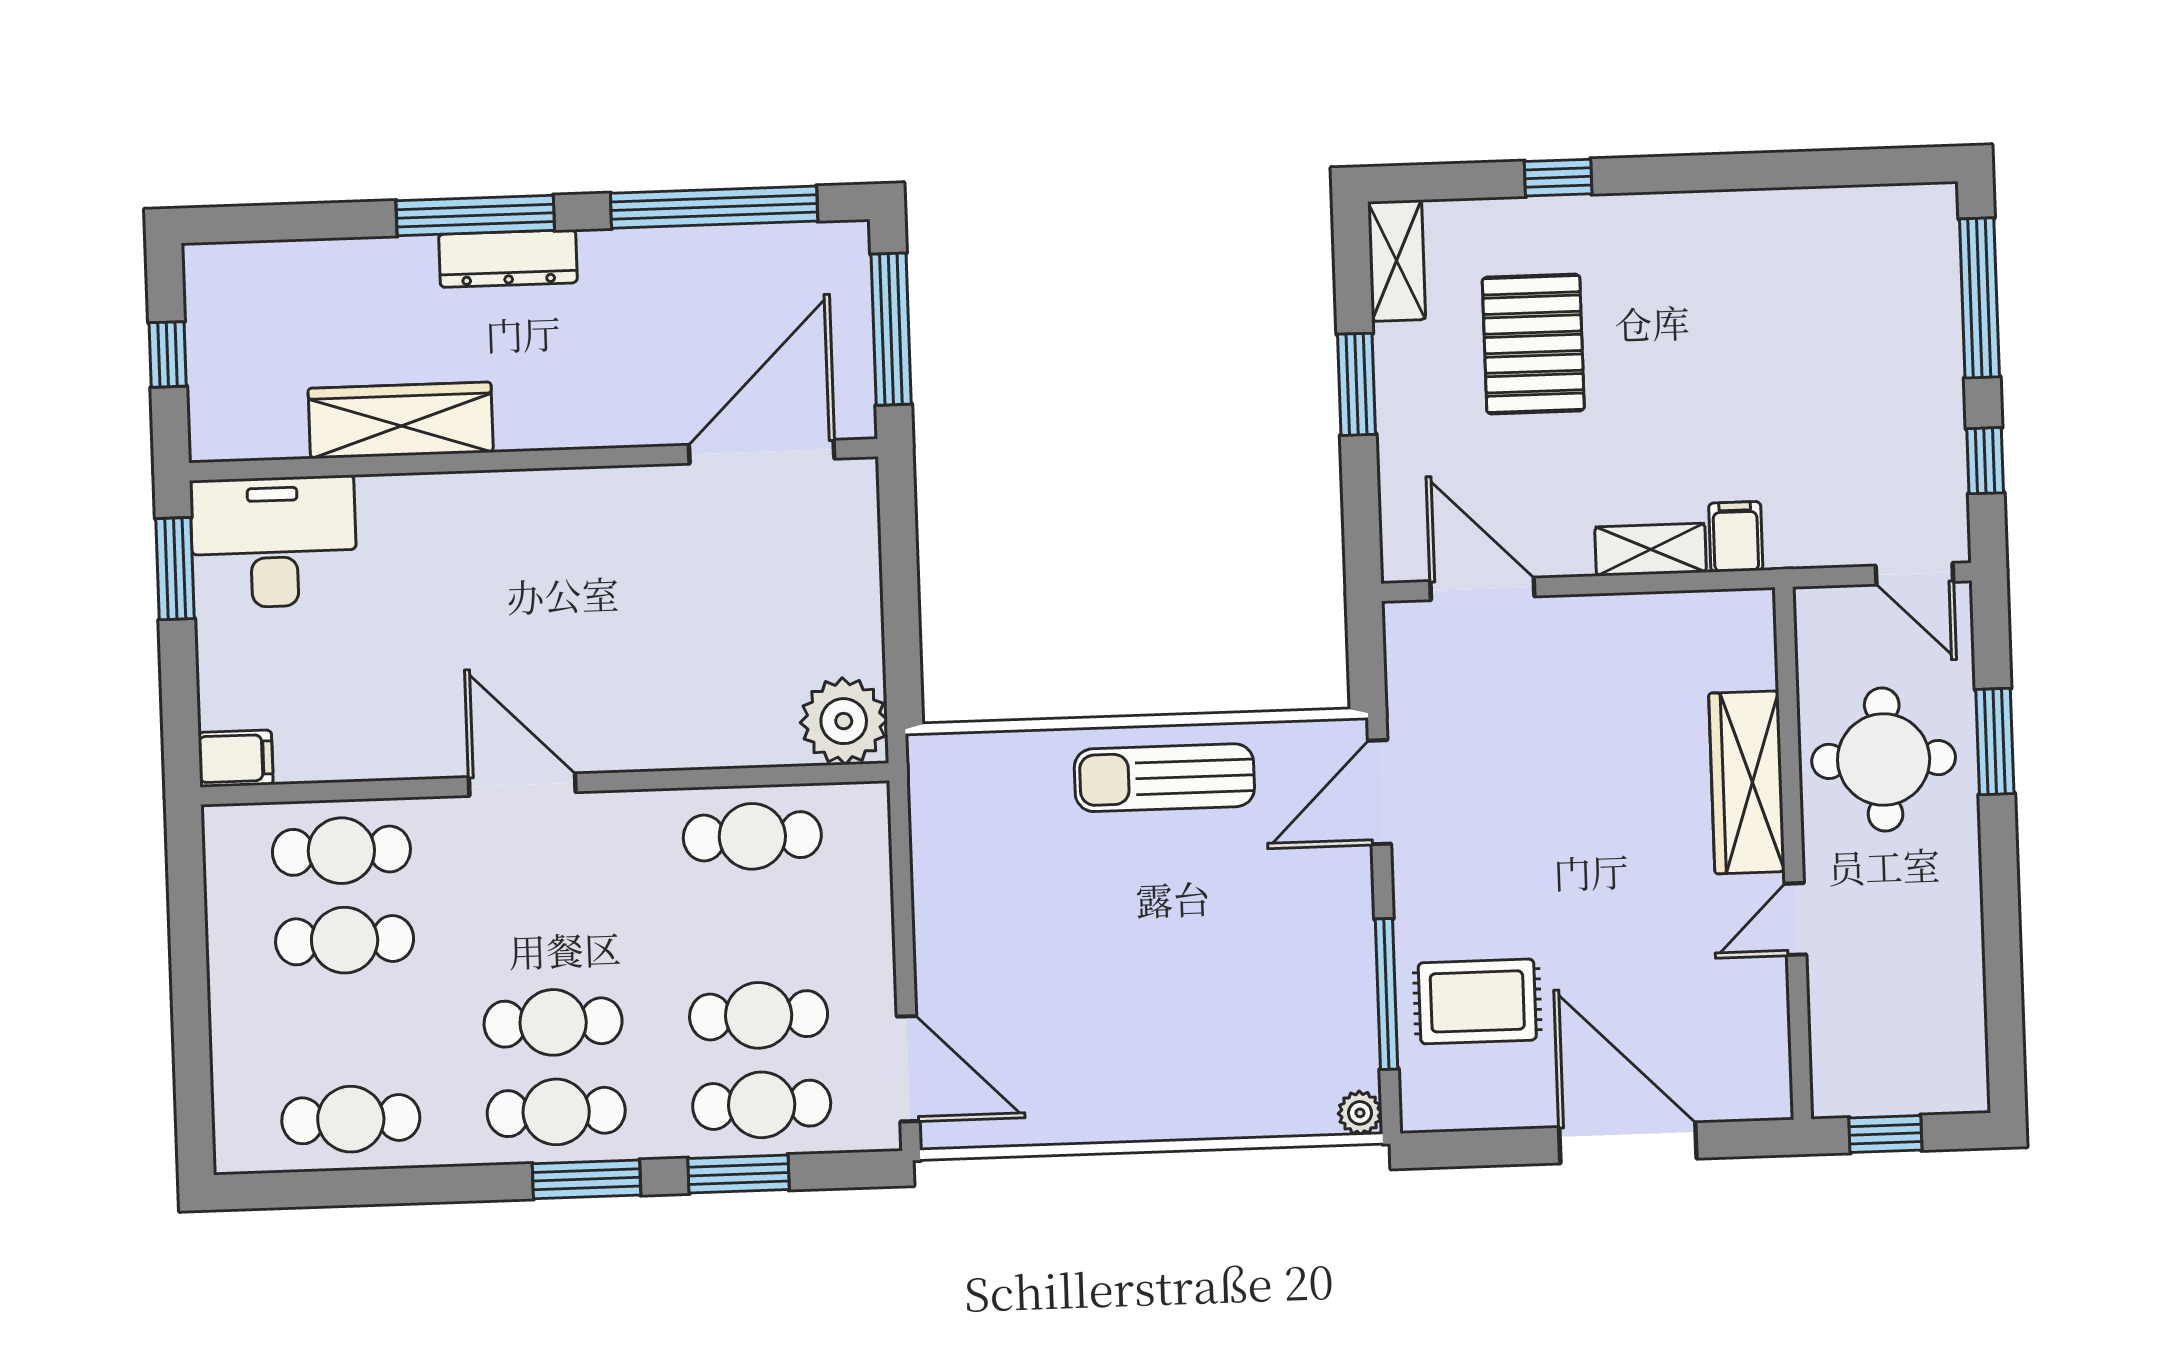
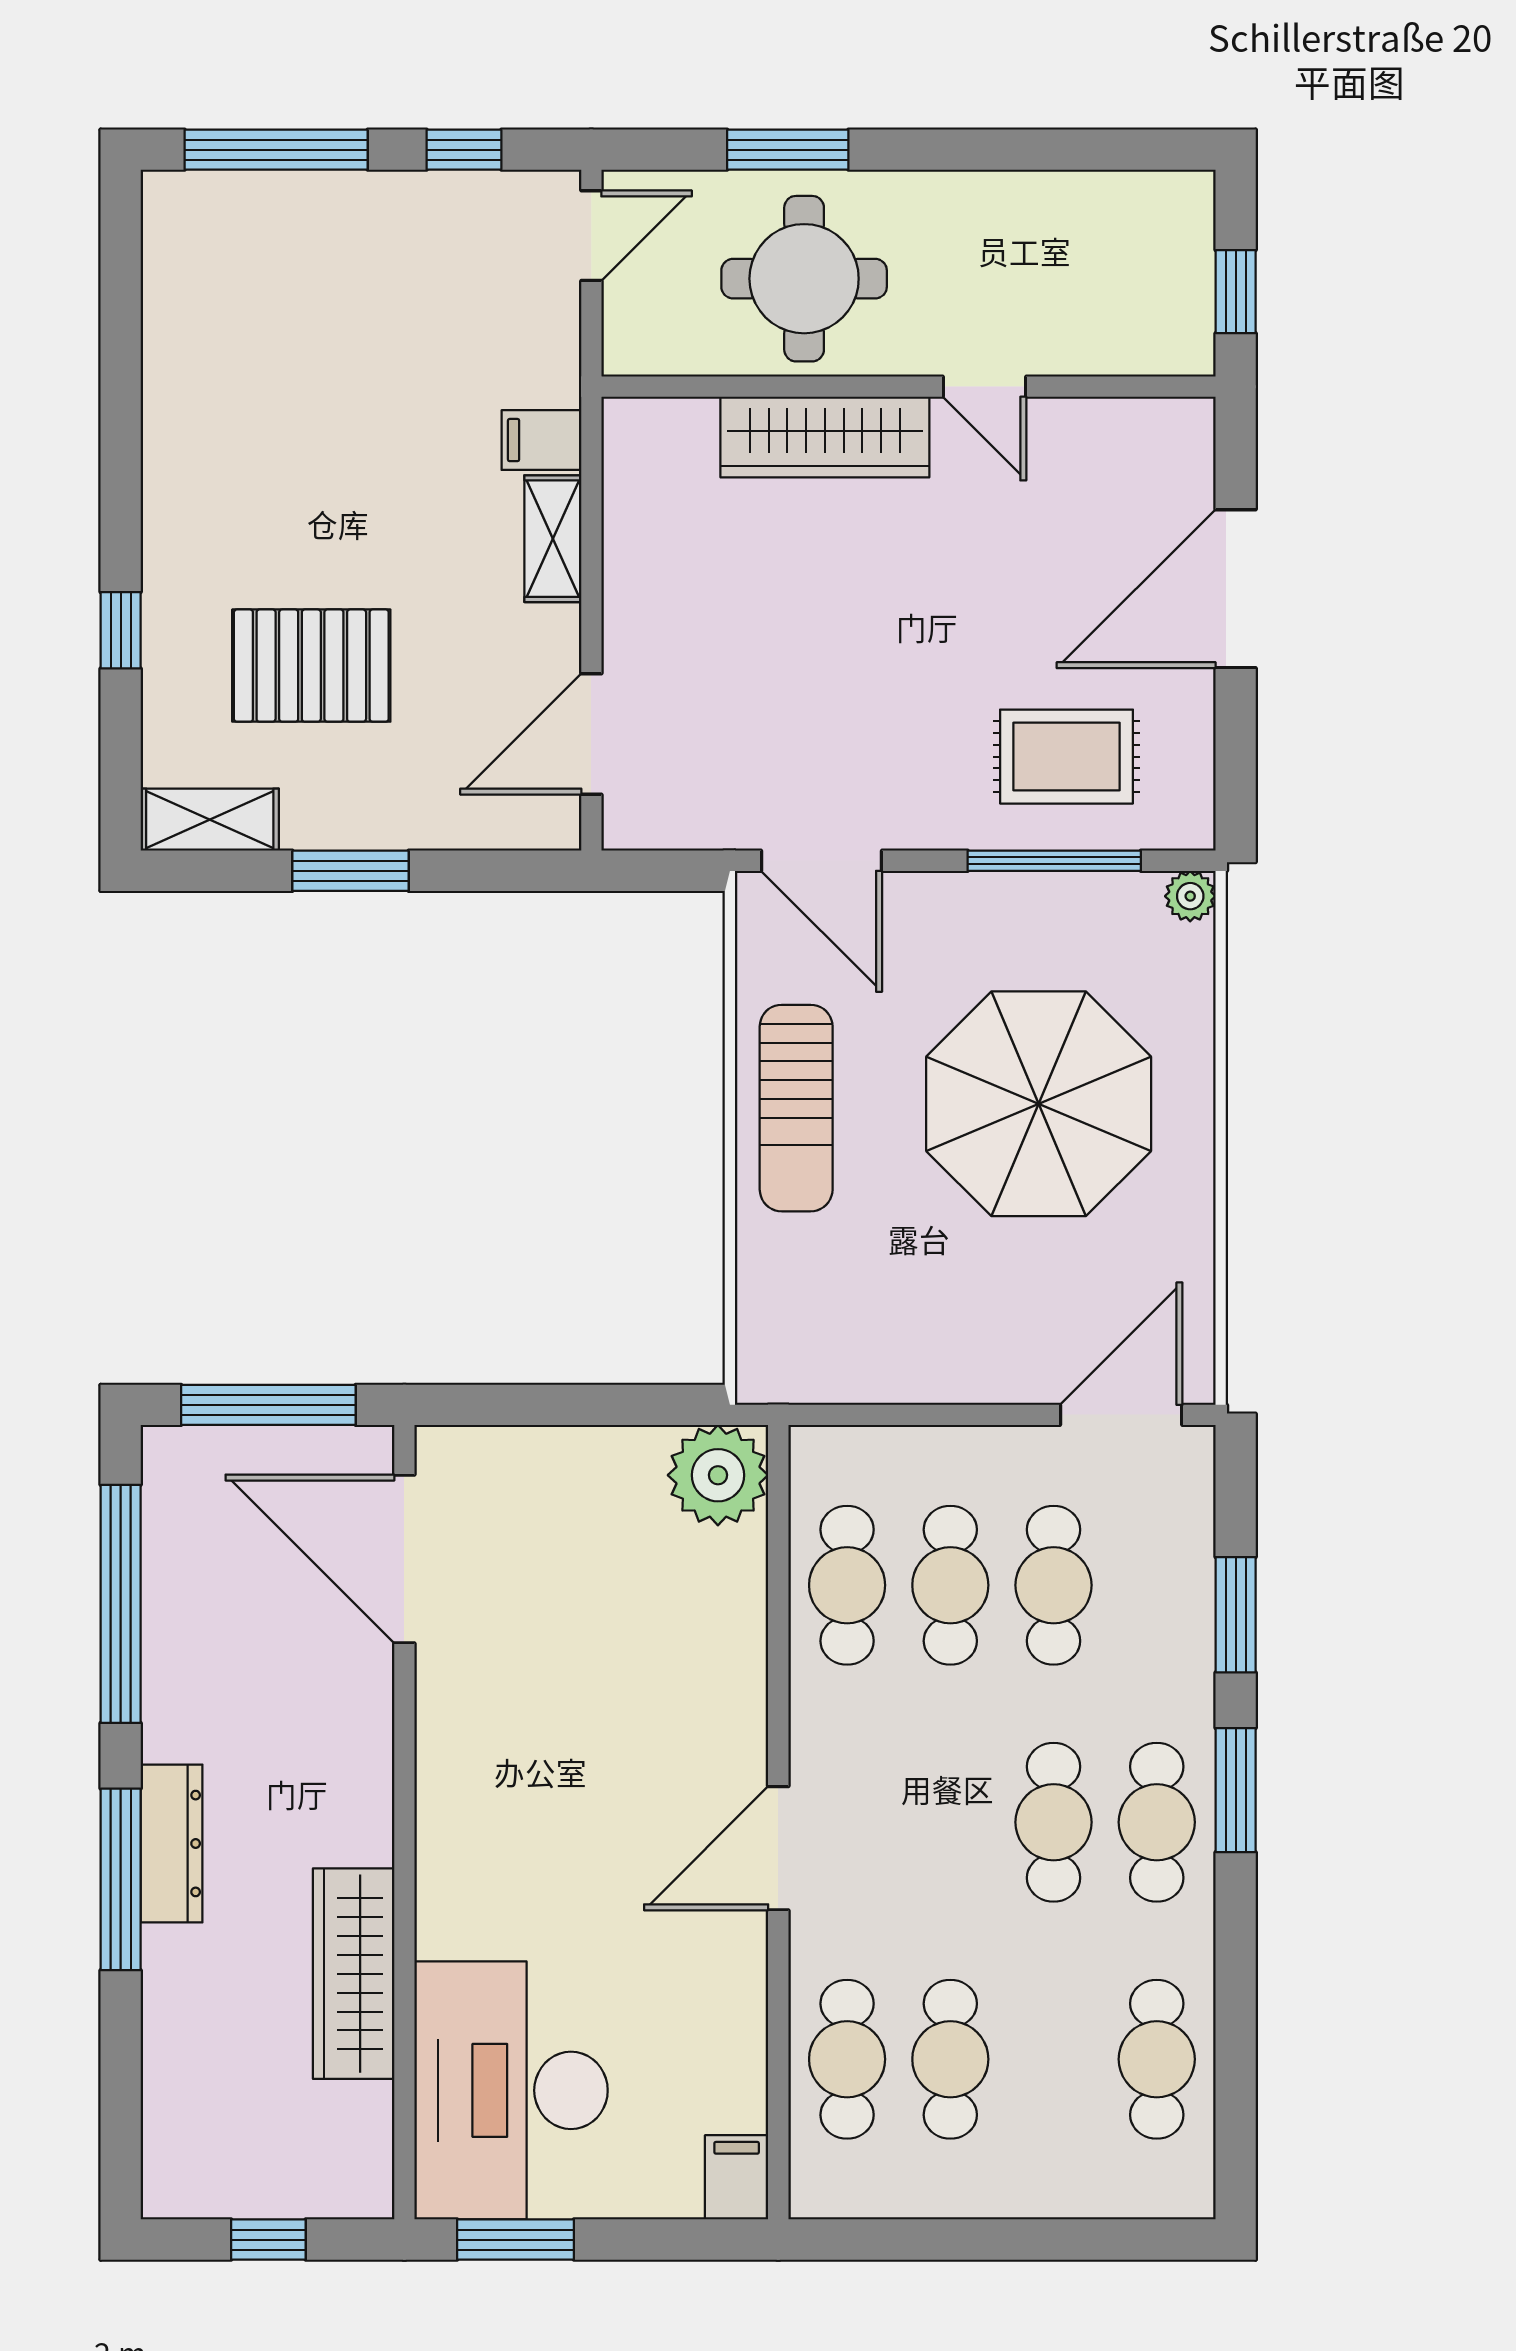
desk: (274, 542) -> (511, 2090), width x1.36, depth x1.30
parasol: (1175, 988) -> (1039, 1104), added
rug: (1477, 1001) -> (1066, 757), turned 90
cafe table: (762, 1105) -> (950, 1585), moved

